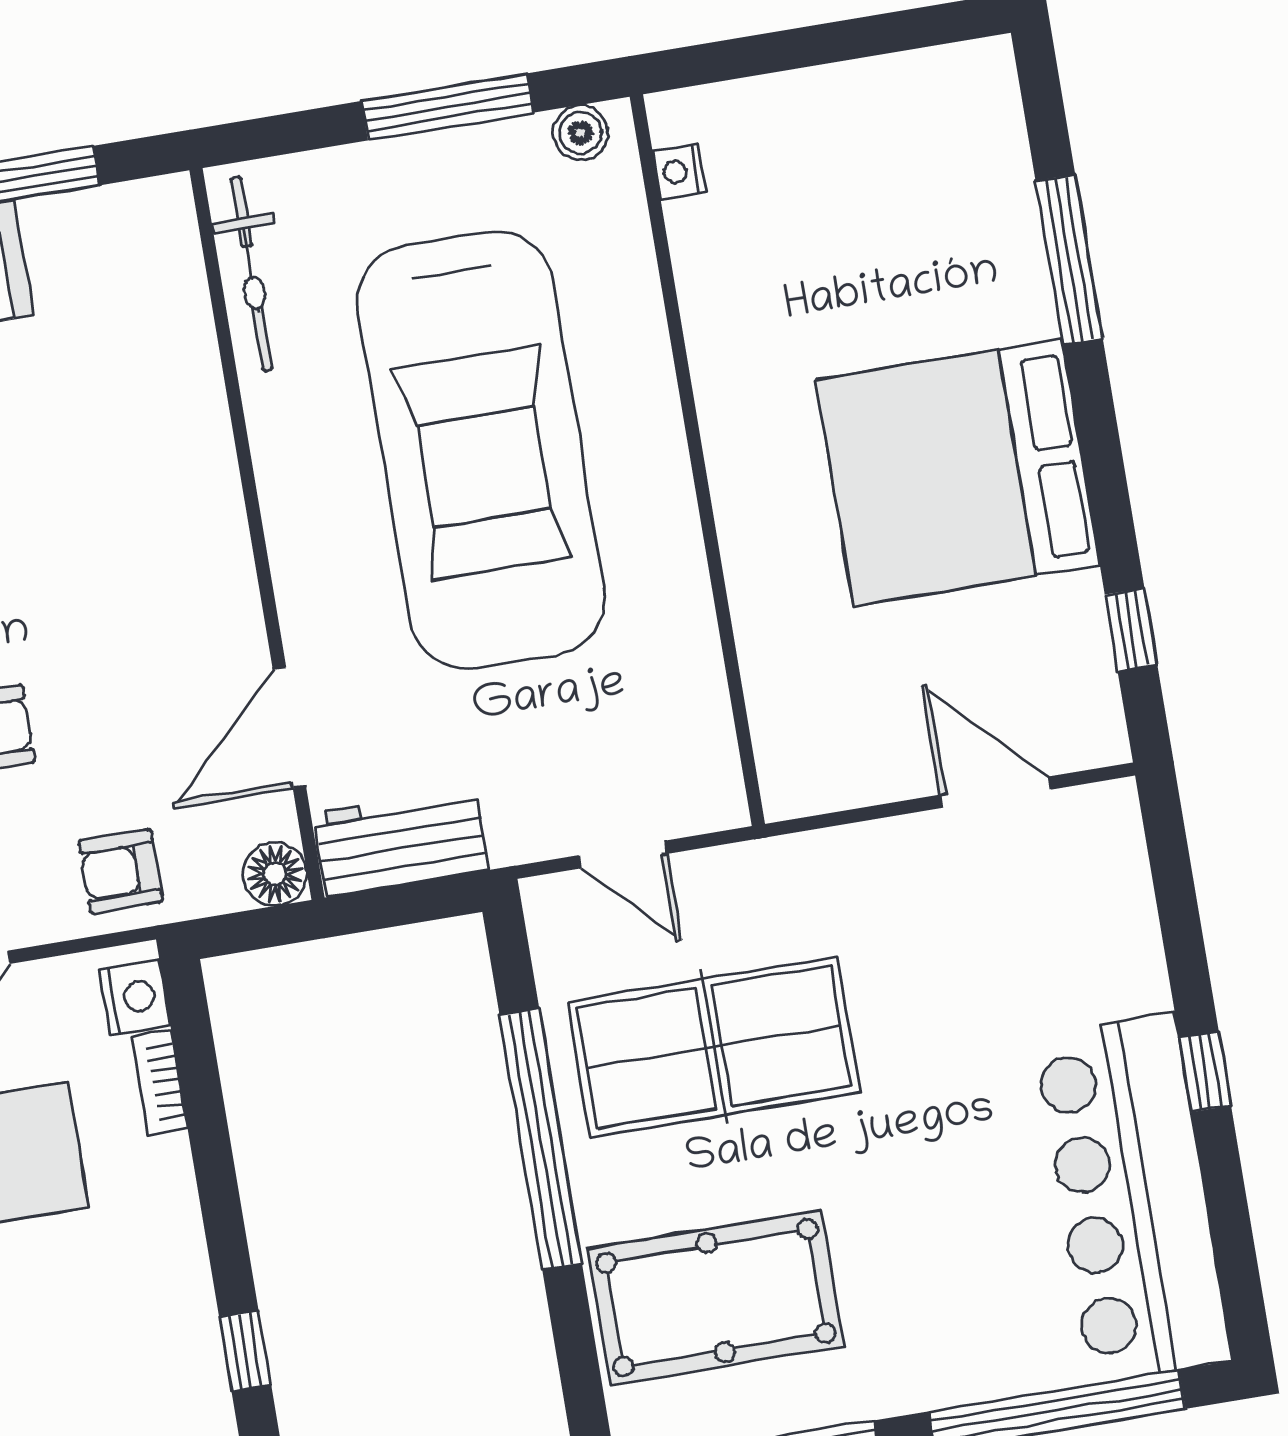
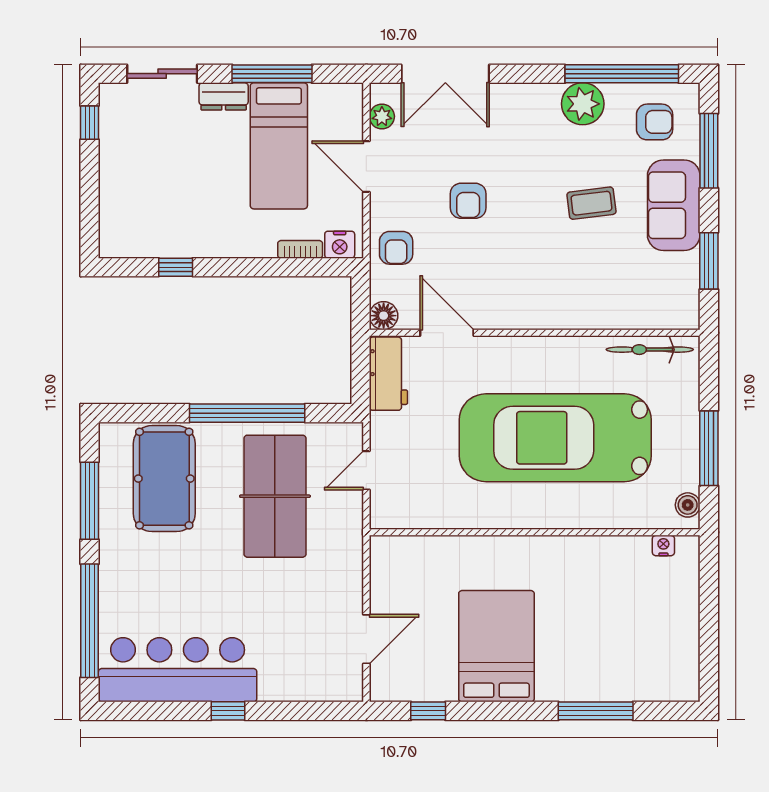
bed: (958, 472) -> (496, 646), width x0.73
armchair: (121, 871) -> (396, 248), turned 180

